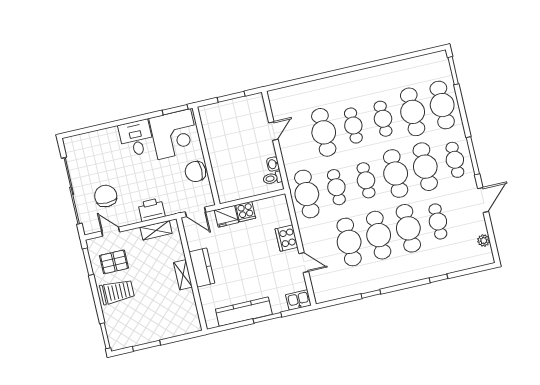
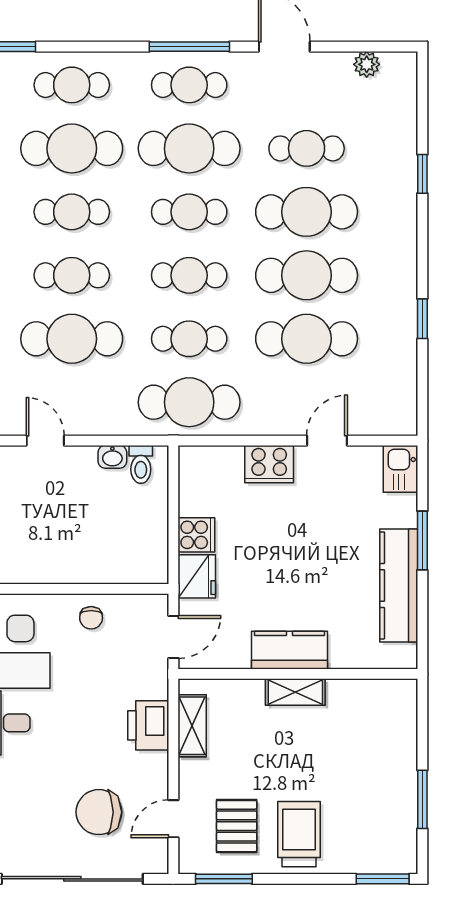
cafe table: (442, 105) -> (72, 85), width x0.73, depth x0.74
chair: (196, 171) -> (91, 618), width x0.54, depth x0.54
cafe table: (396, 173) -> (189, 212), width x0.73, depth x0.74

